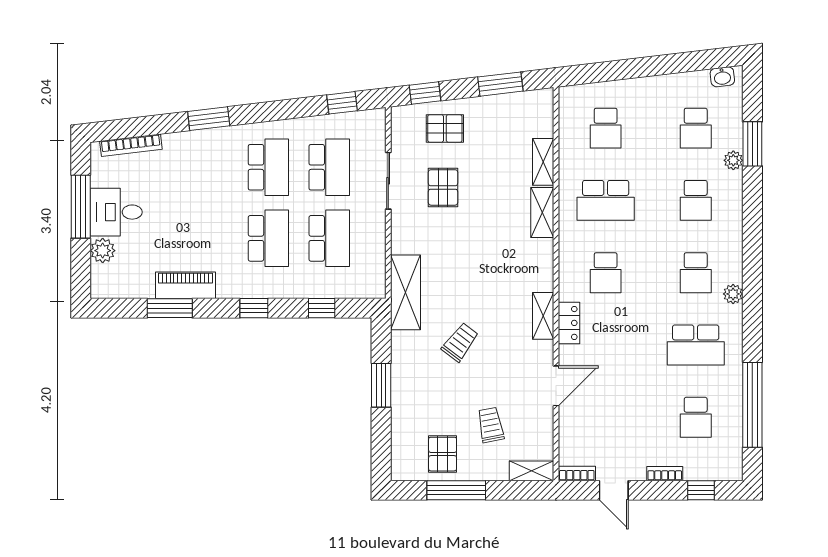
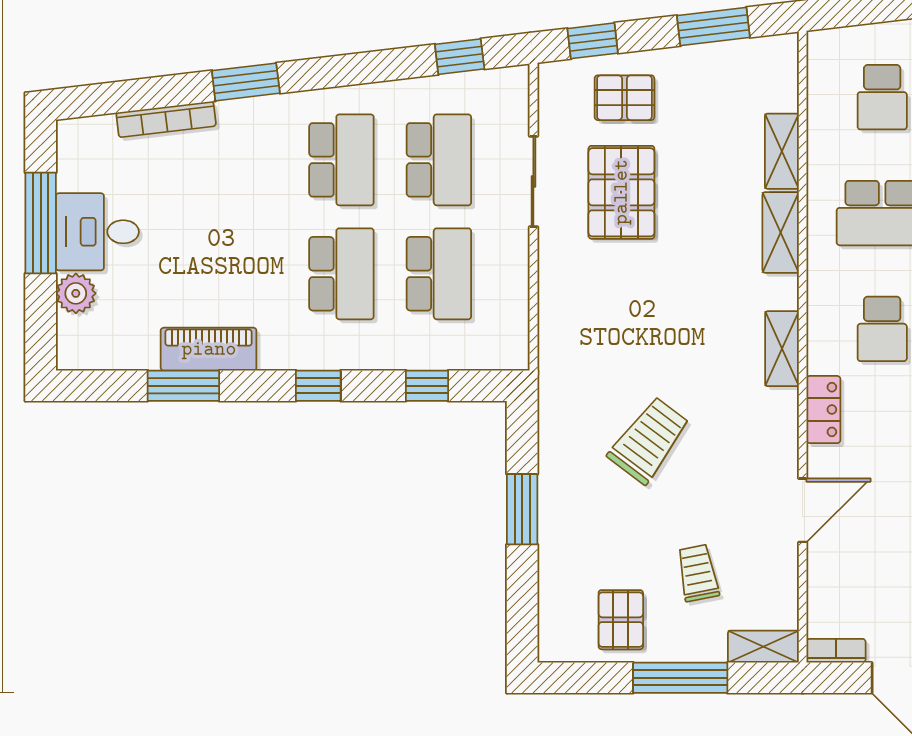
bookcase: (131, 145) -> (166, 119), moved
pallet: (443, 187) -> (621, 192), width x1.50, depth x1.42
shelving: (405, 292) -> (561, 360), removed
shelving: (543, 316) -> (782, 349), moved
trolley: (460, 342) -> (649, 440), width x1.36, depth x1.39
window: (456, 490) -> (680, 678), moved

